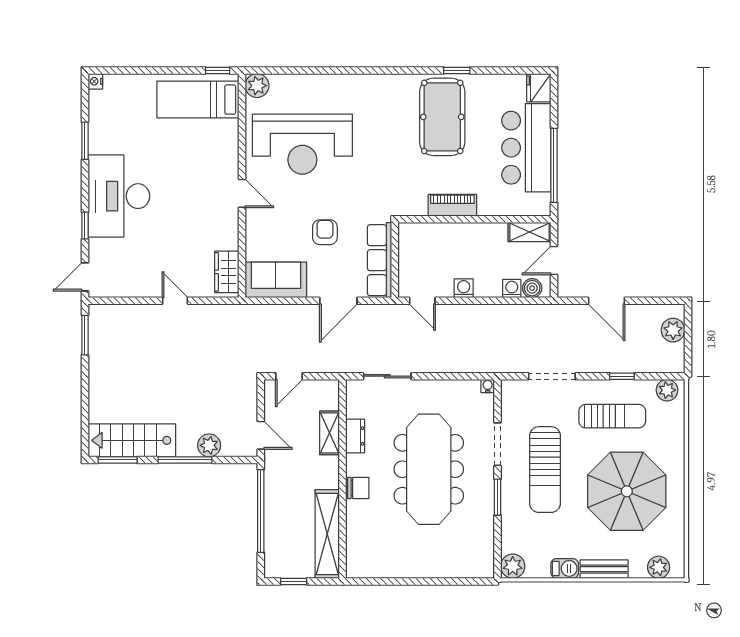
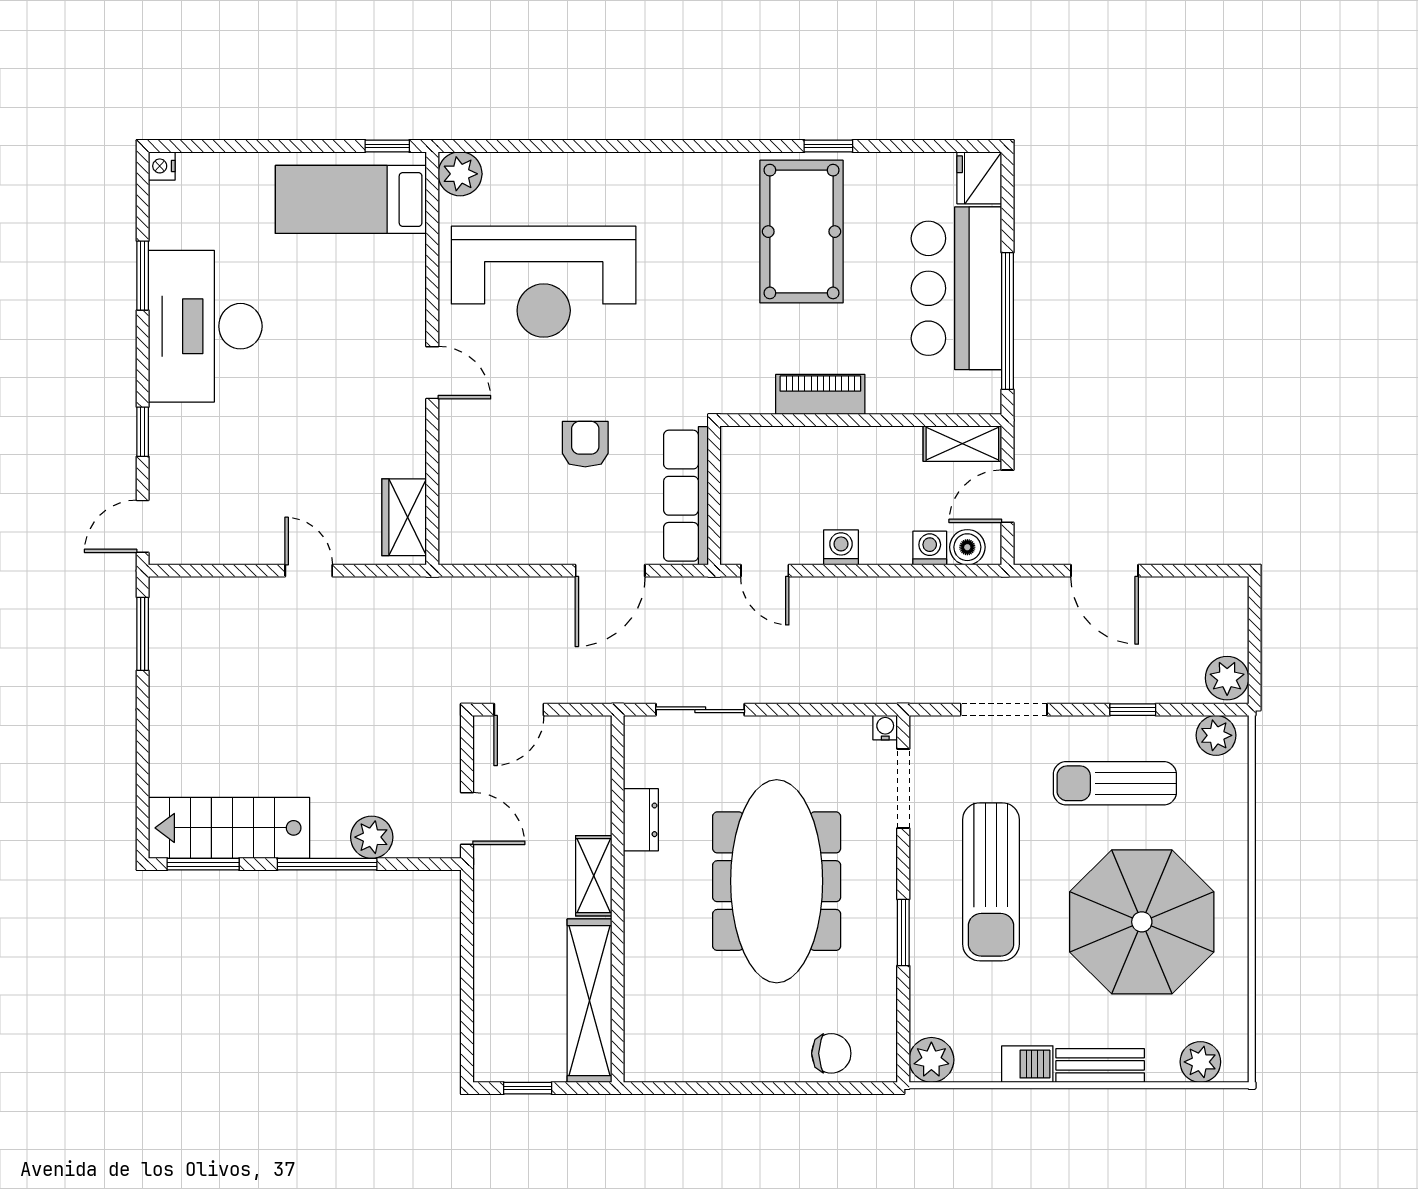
desk: (119, 196) -> (205, 326), moved
sofa: (276, 280) -> (495, 532), removed
plant: (673, 330) -> (1227, 678), moved
sun lounger: (612, 416) -> (1115, 783), turned 180
shelving: (330, 433) -> (594, 876), moved
doorway: (497, 444) -> (903, 788), moved
chair: (358, 488) -> (831, 1053), moved
window: (261, 511) -> (467, 958), removed

